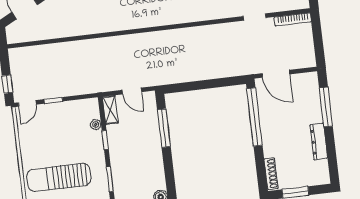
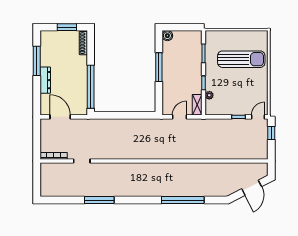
door: (276, 74) -> (60, 117), moved
door: (132, 91) -> (179, 117), hinge flipped
window: (326, 107) -> (37, 61), moved
window: (164, 128) -> (159, 67), moved
dresser: (319, 142) -> (45, 80), moved

